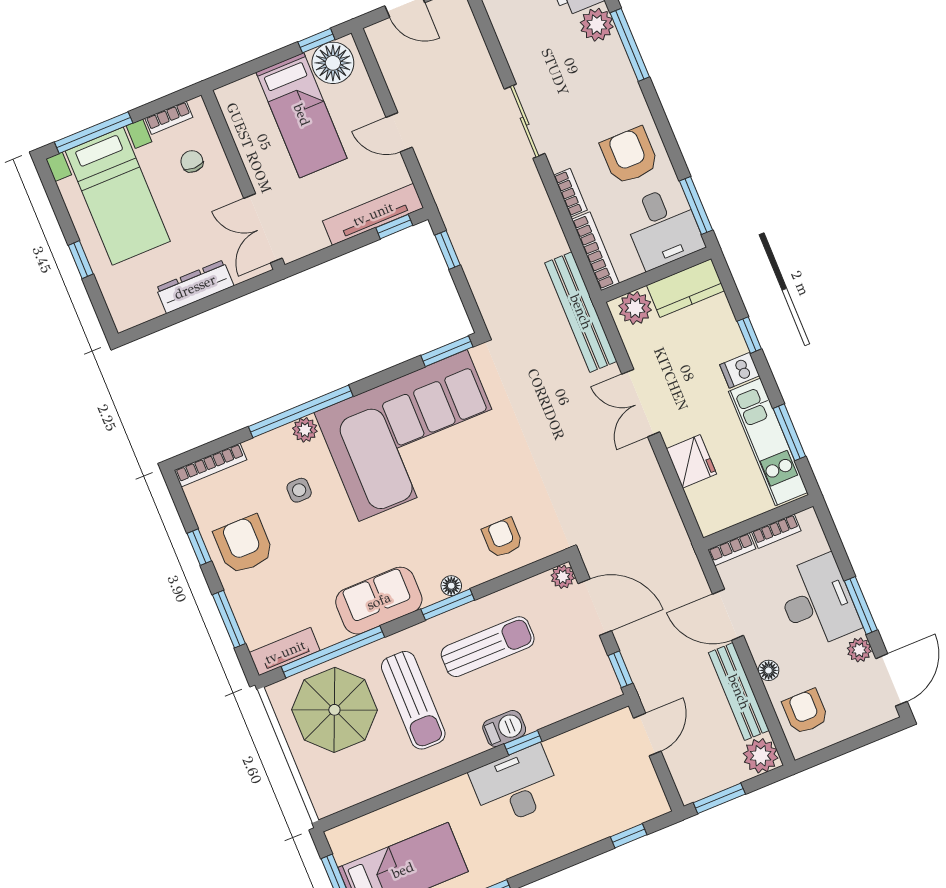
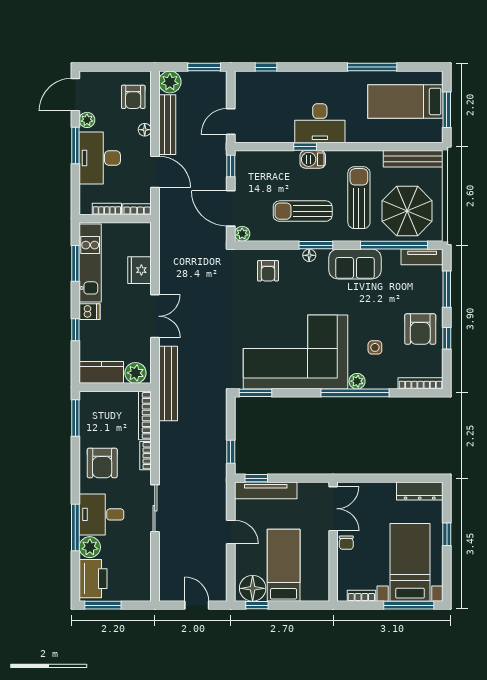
chair: (192, 161) -> (346, 543), moved
desk: (663, 227) -> (101, 514), moved, turned -90
dresser: (195, 287) -> (420, 491), moved
bench: (357, 790) -> (413, 159), added

